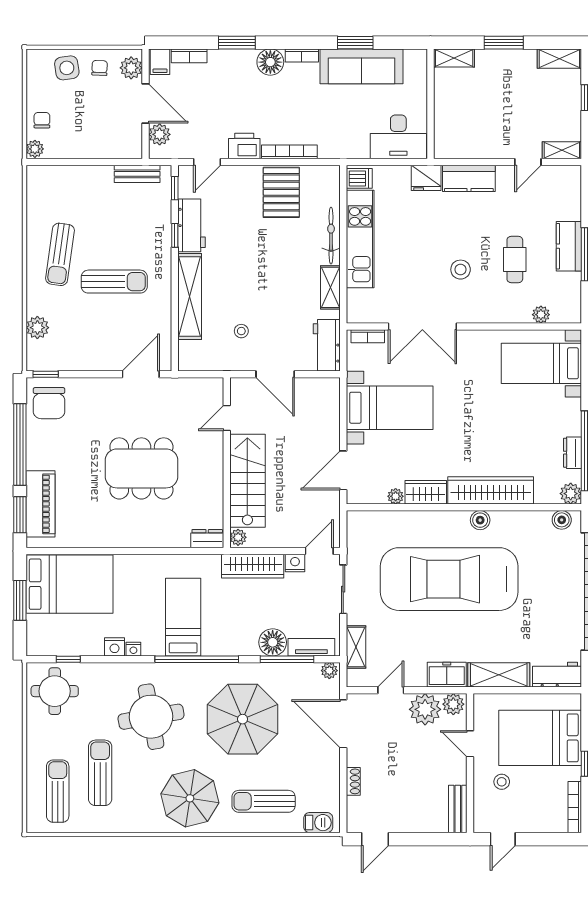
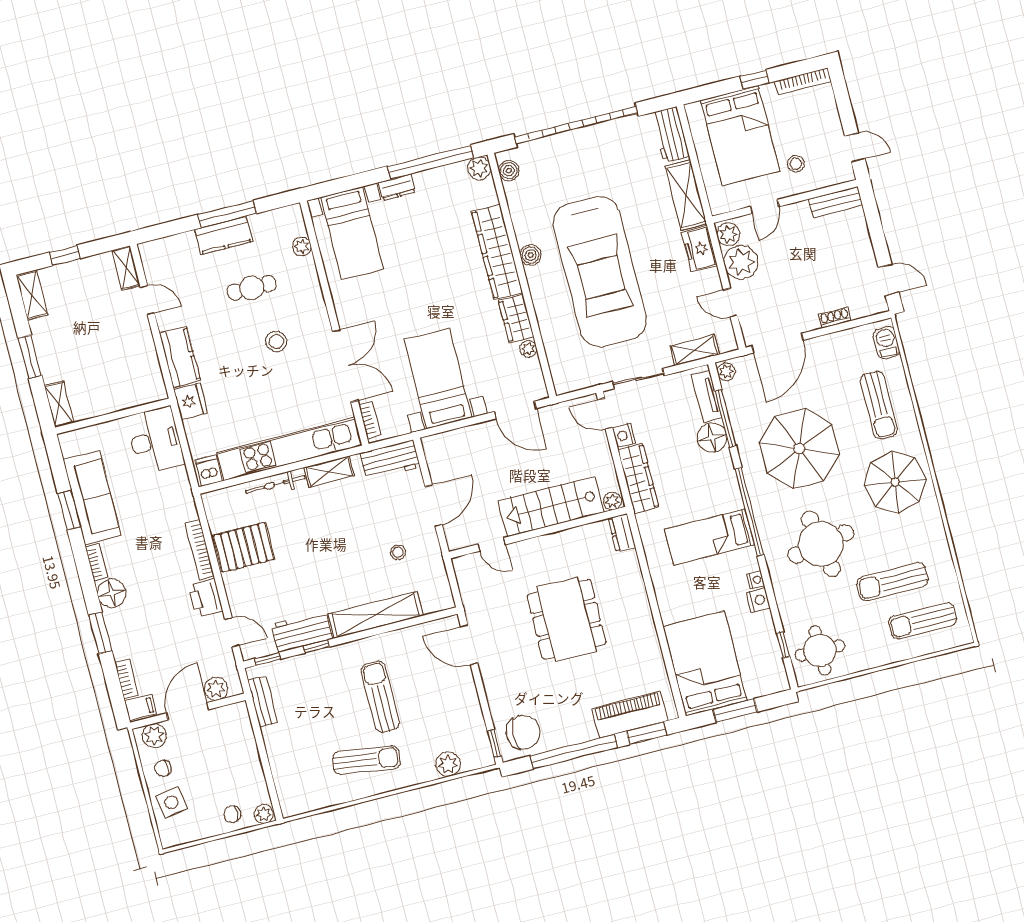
kitchen unit: (360, 239) -> (290, 449), width x1.36
dresser: (572, 453) -> (397, 187), moved

